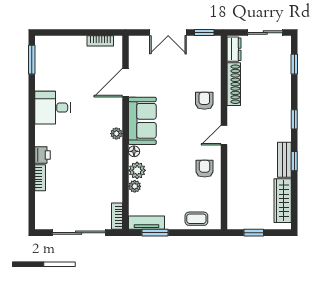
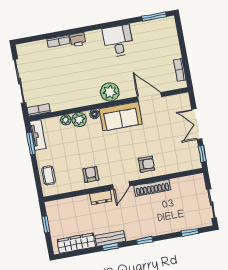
dresser: (234, 49) -> (101, 198), moved
shoe rack: (234, 84) -> (152, 188), moved
plant: (116, 134) -> (110, 92), width x1.88, depth x1.88
door: (224, 135) -> (121, 185), swing flipped
armchair: (205, 169) -> (91, 174), turned -90

